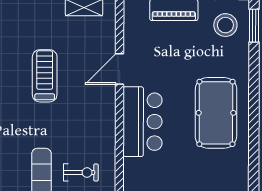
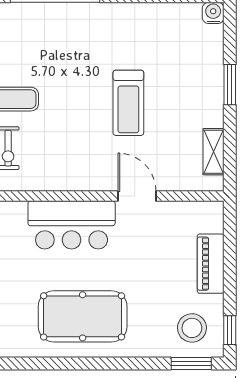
treadmill: (45, 76) -> (128, 103), turned 90

